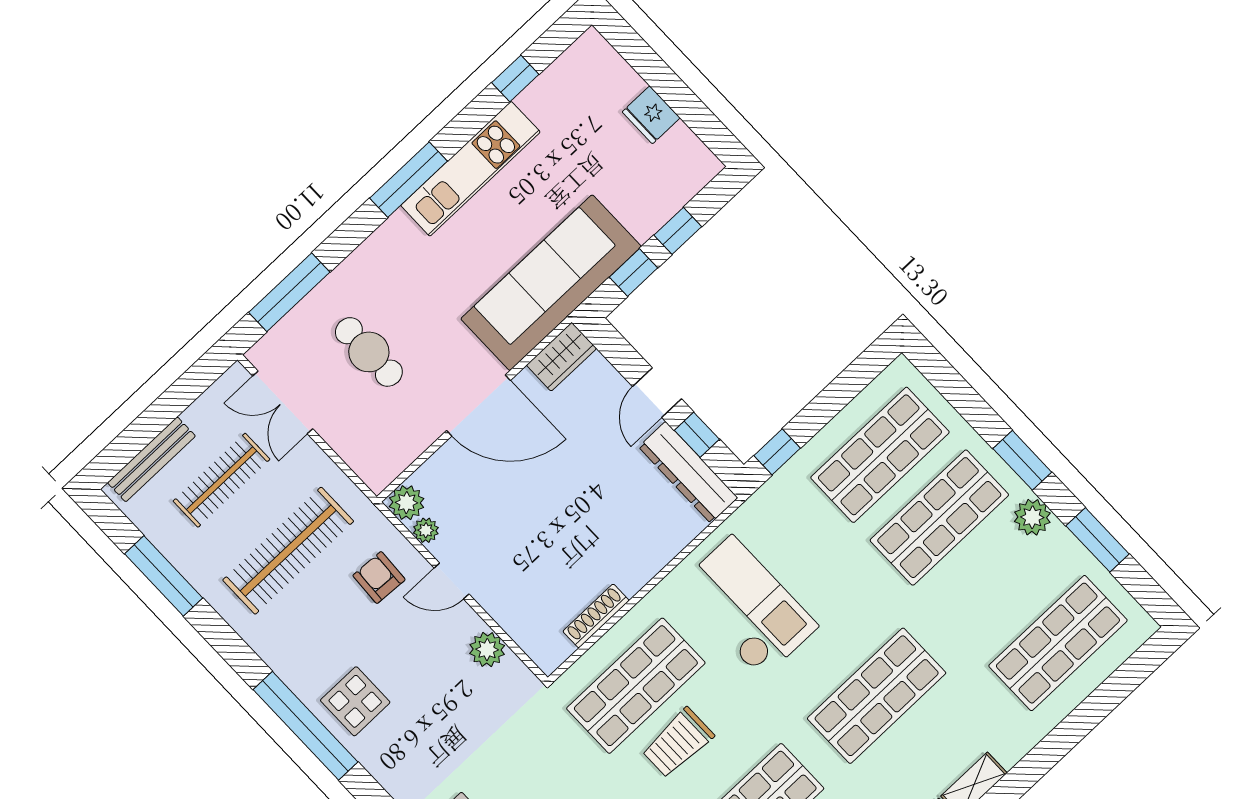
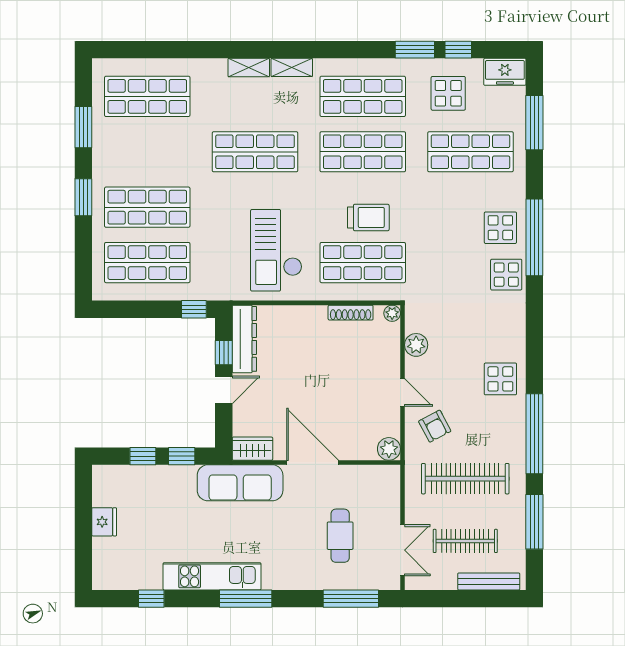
sofa: (551, 283) -> (240, 483), width x0.74, depth x0.79
plant: (1032, 517) -> (104, 166), removed
plant: (426, 530) -> (392, 313), moved
armchair: (379, 578) -> (435, 426), turned -31
window: (305, 726) -> (534, 434), moved

